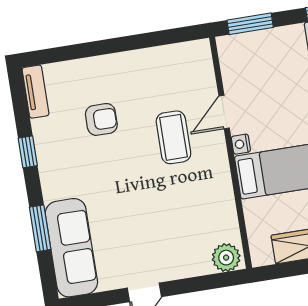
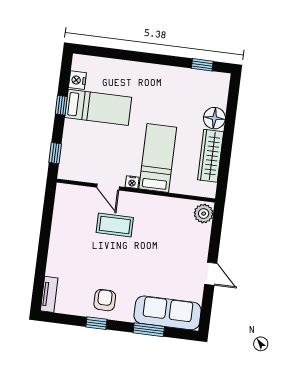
window: (250, 24) -> (55, 153), width x0.67
tv unit: (36, 92) -> (49, 294), moved, turned 90
armchair: (101, 119) -> (105, 300), moved

